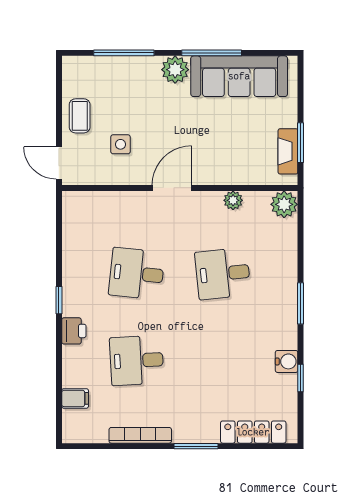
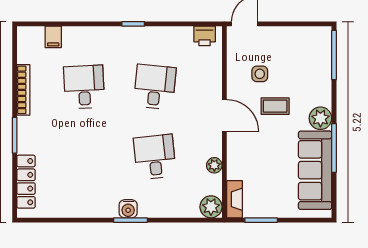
window: (124, 53) -> (334, 55), moved
coffee table: (80, 116) -> (275, 106), moved
fireplace: (288, 151) -> (235, 199), moved, turned 90
printer: (74, 331) -> (205, 36), moved
water cooler: (287, 361) -> (128, 209), moved
window: (301, 378) -> (70, 220), removed

